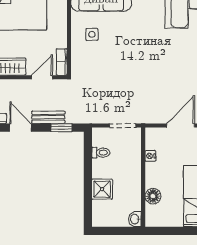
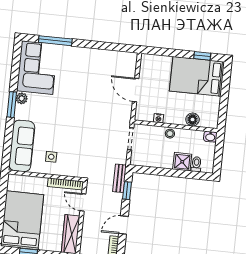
bookcase: (62, 62) -> (65, 184), width x1.56
bench: (48, 117) -> (119, 178), moved
toilet: (101, 153) -> (196, 164), moved
stool: (134, 171) -> (170, 134), added

